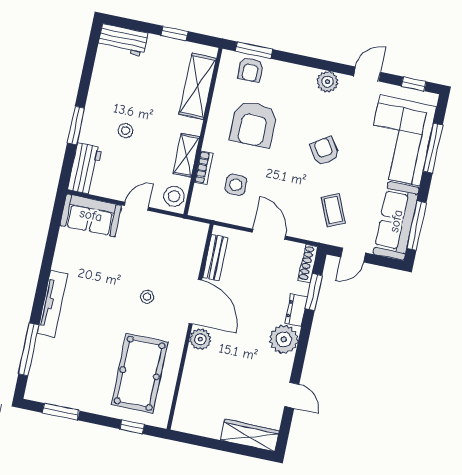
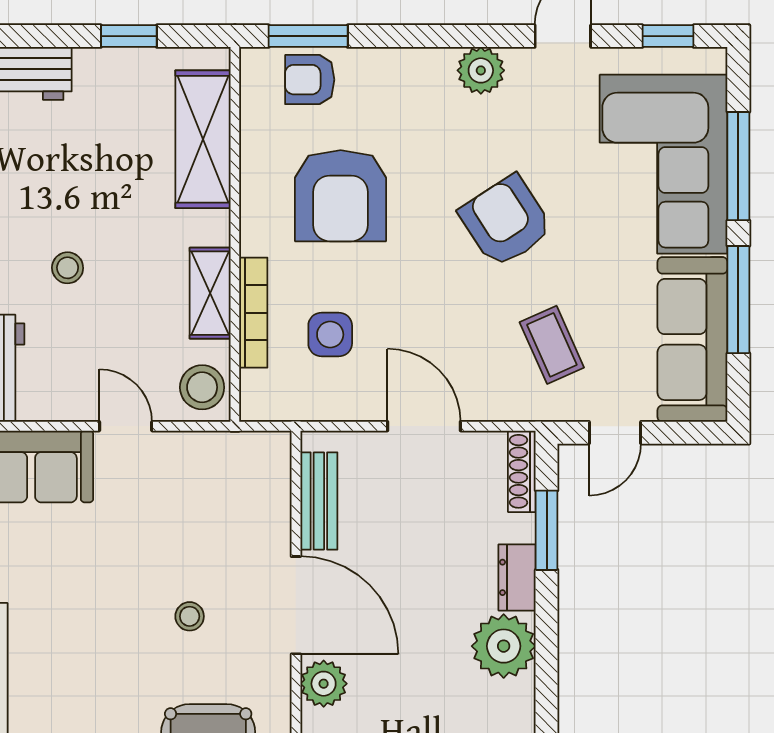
armchair: (251, 70) -> (310, 80), turned 90
armchair: (324, 151) -> (506, 221), width x1.38, depth x1.38
bookcase: (204, 168) -> (253, 313), width x1.56
door: (136, 206) -> (126, 426), hinge flipped
window: (417, 226) -> (738, 300), moved

